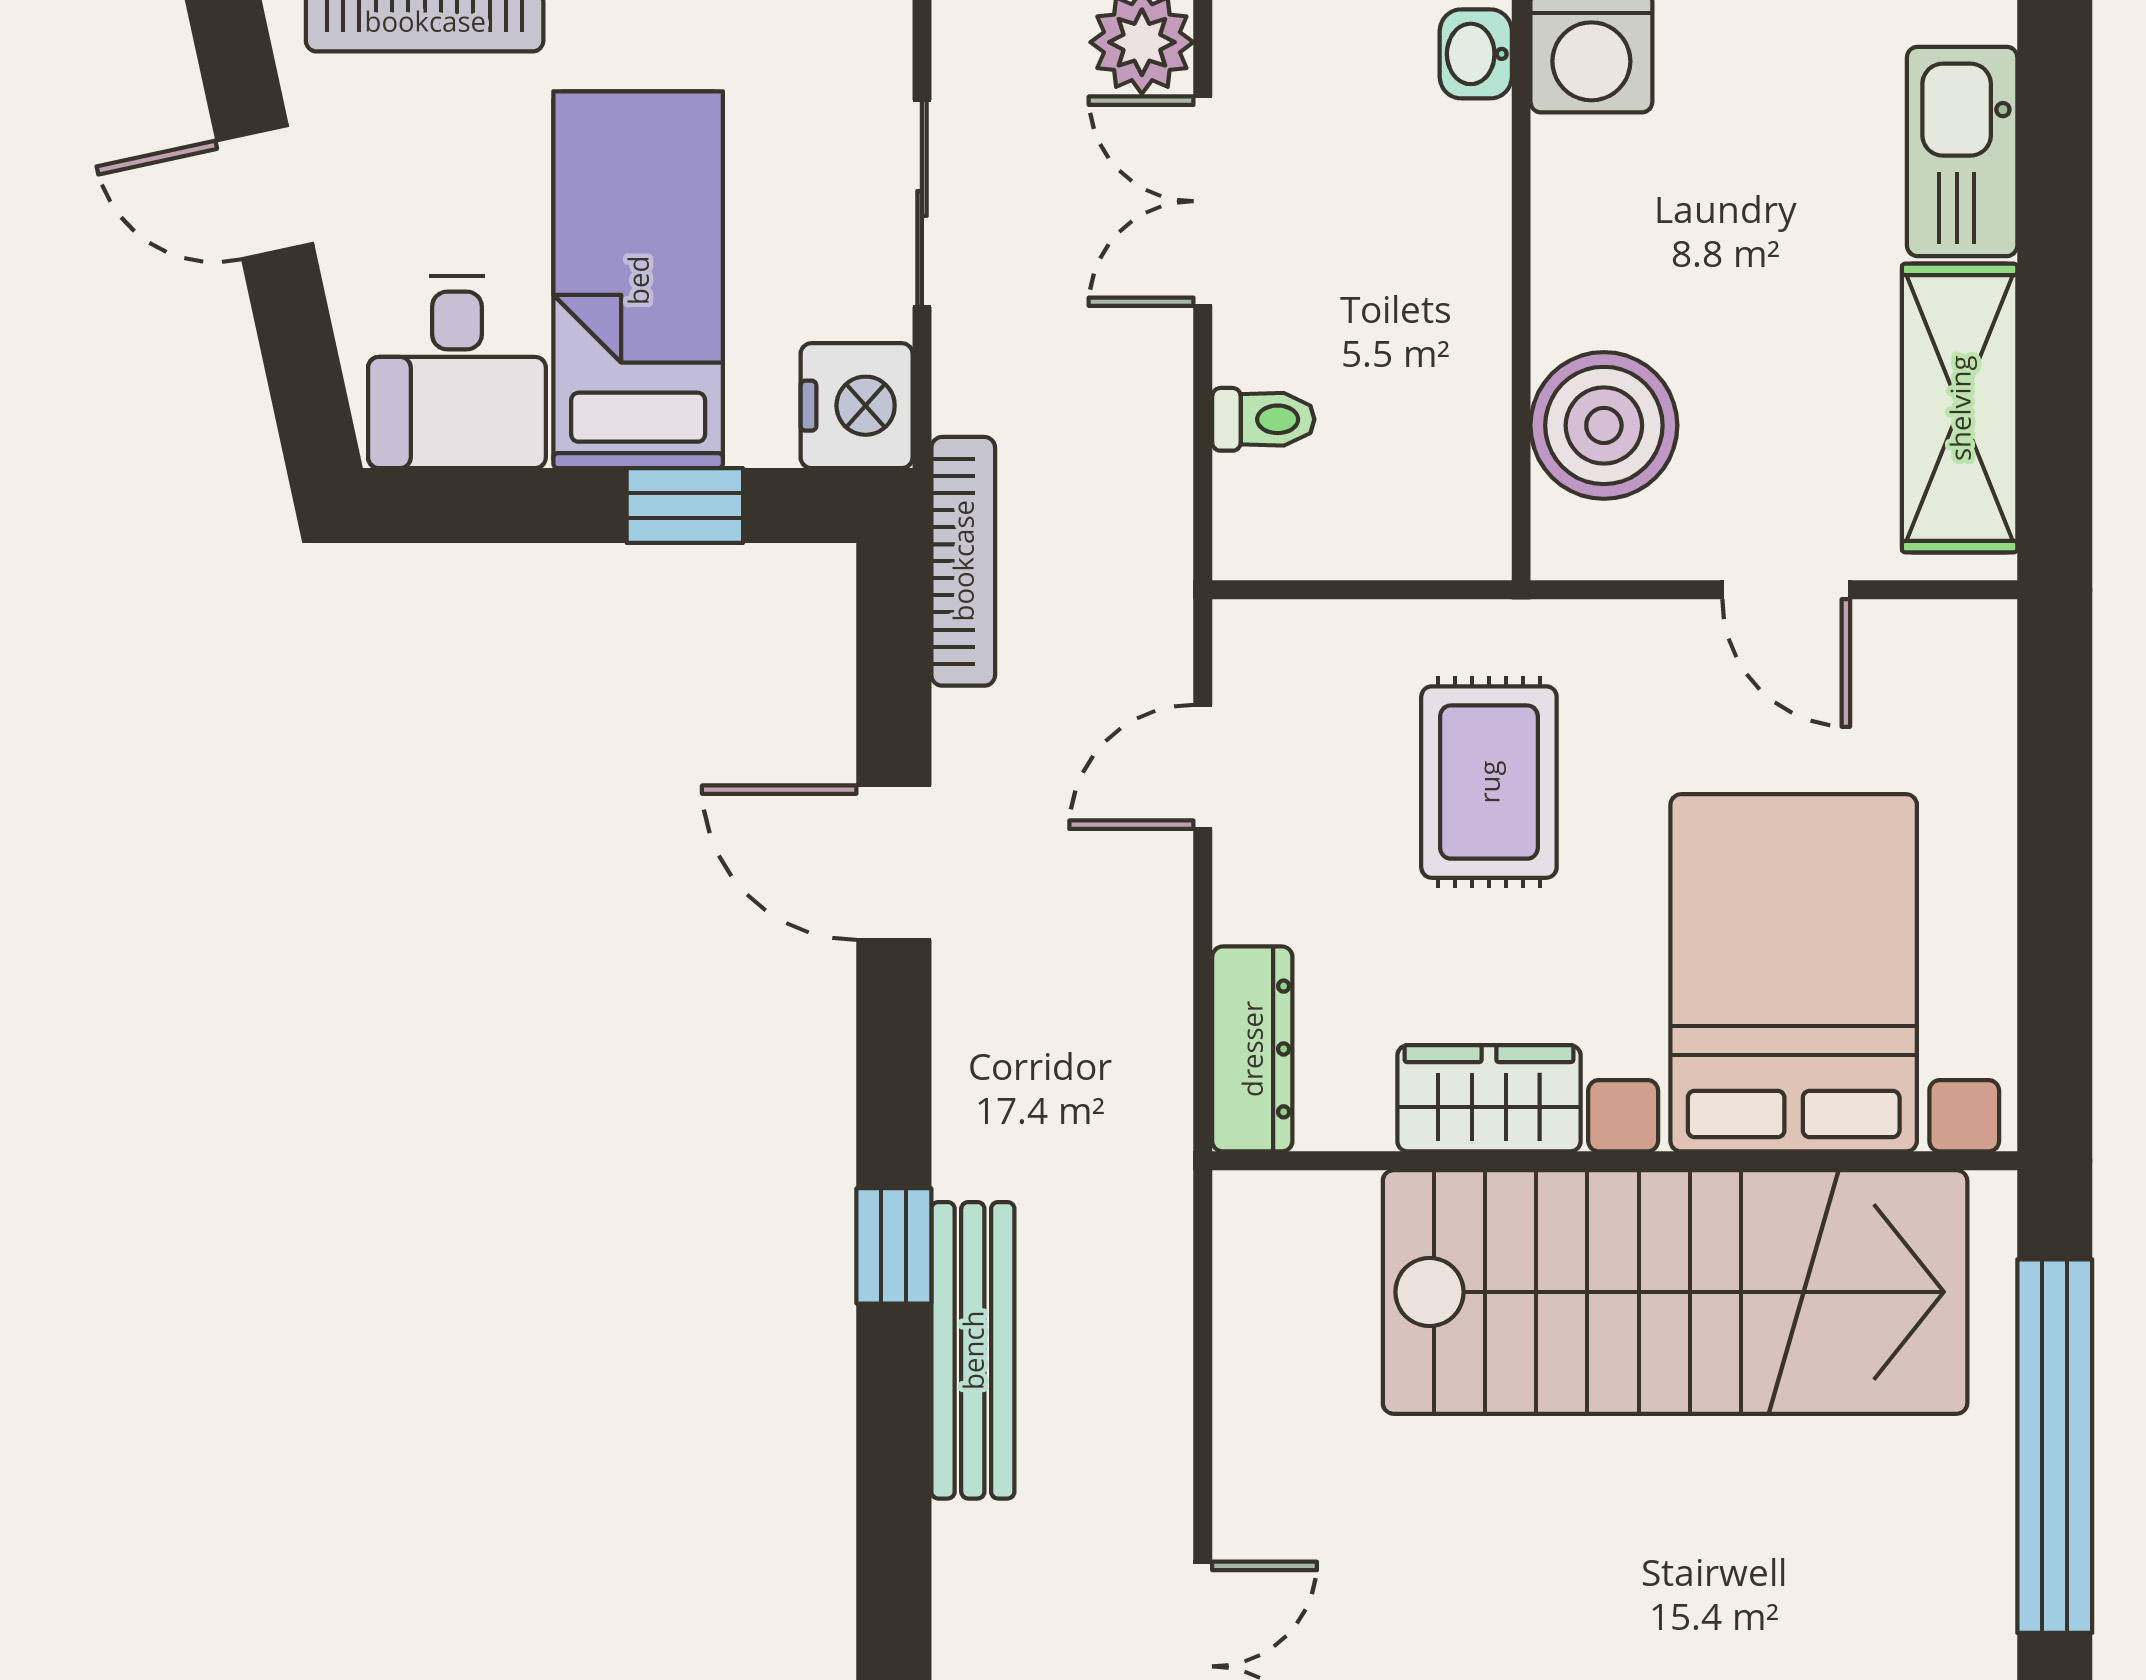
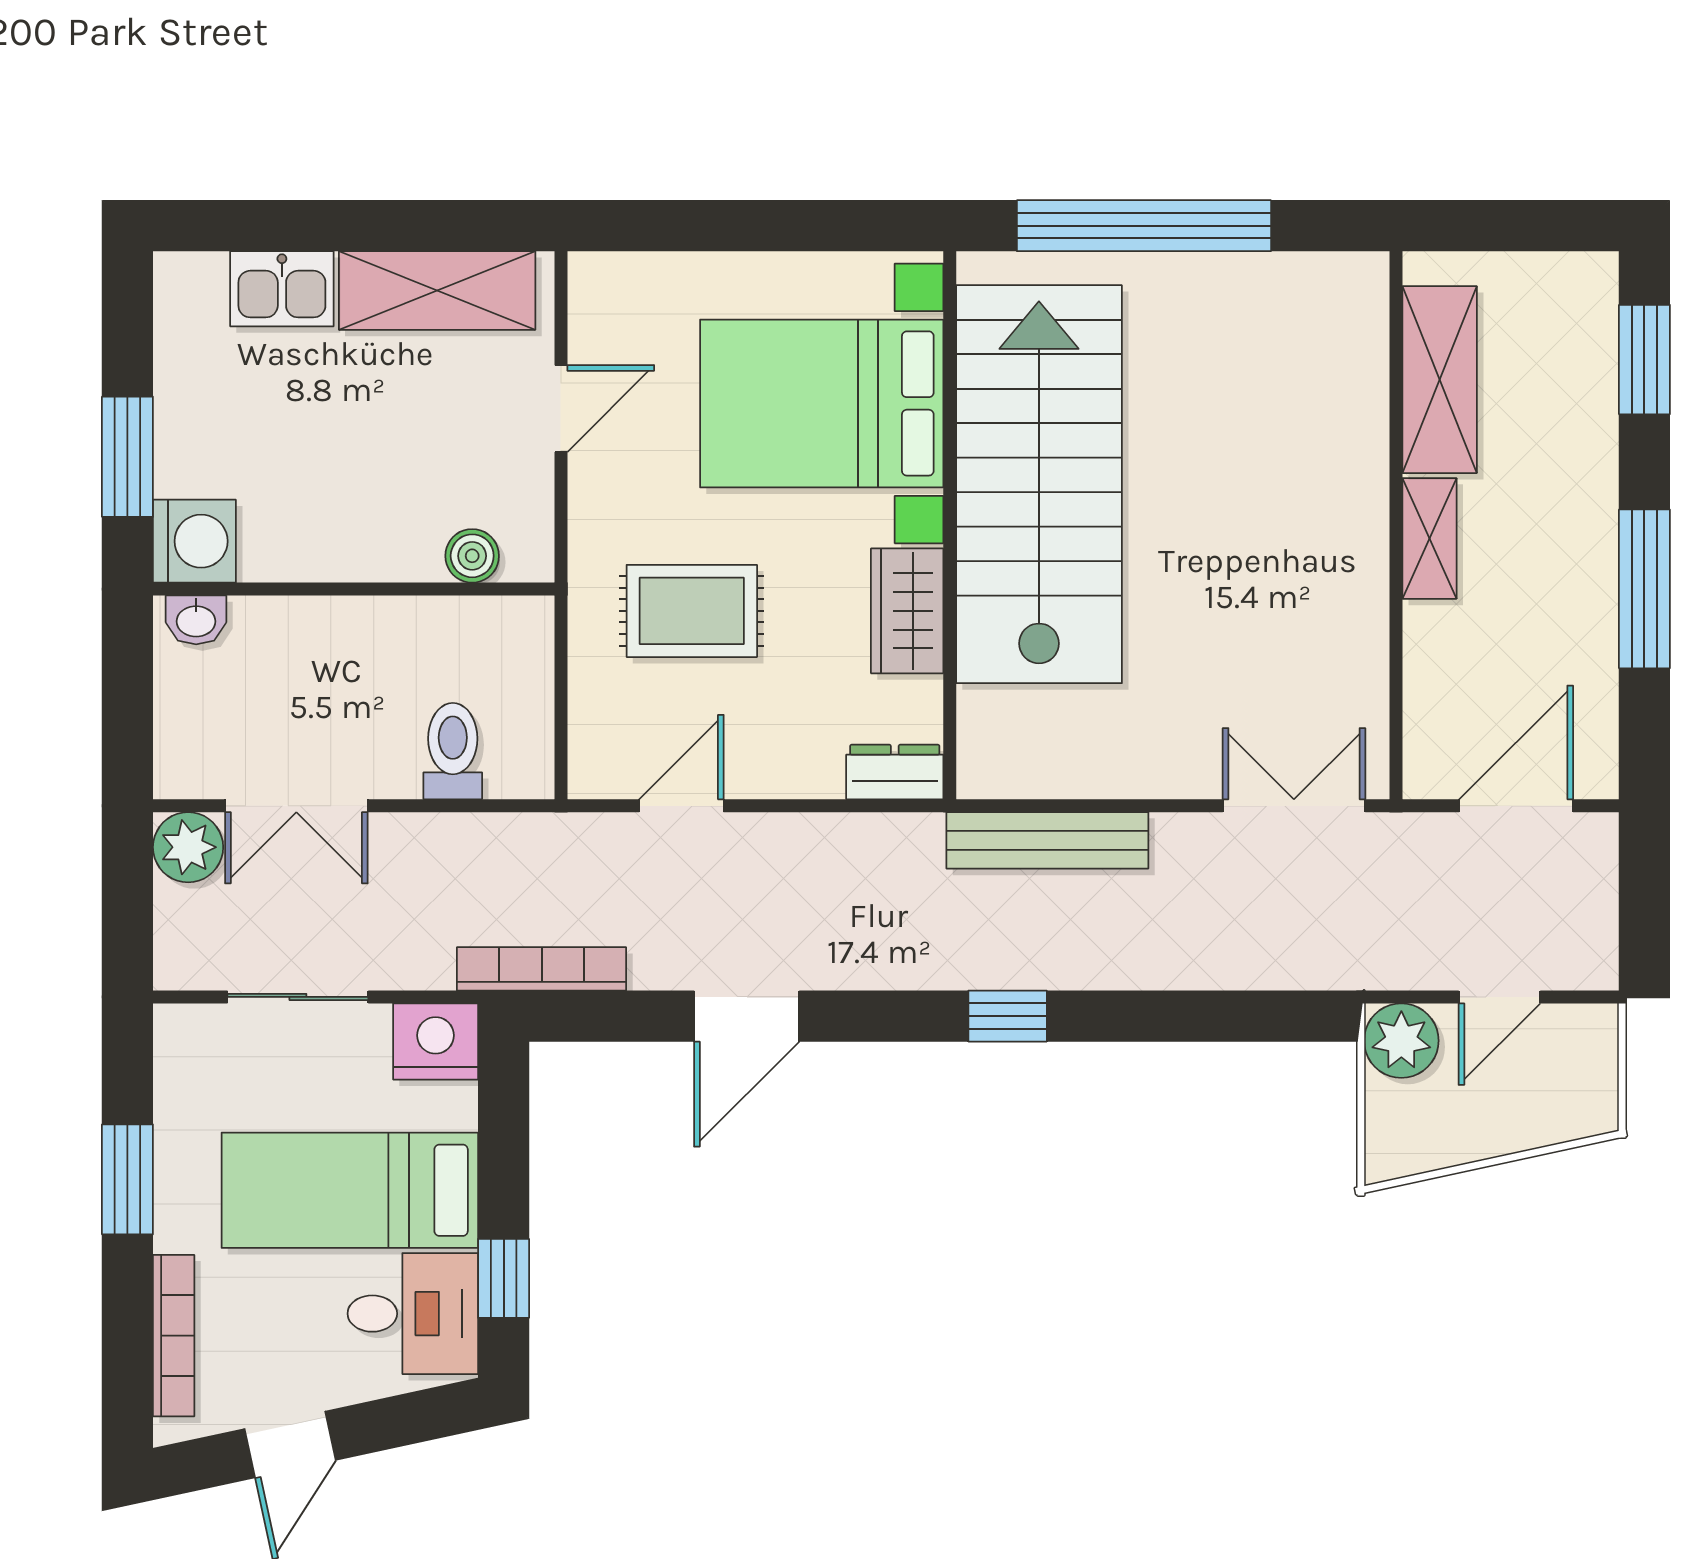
kitchen sink: (1962, 151) -> (282, 289), width x0.73
toilet: (1263, 419) -> (453, 751), width x1.37, depth x1.39
boiler: (1604, 425) -> (472, 556), width x0.54, depth x0.54
window: (685, 506) -> (504, 1278), moved
door: (1203, 767) -> (681, 806), swing flipped
dresser: (1252, 1049) -> (895, 772), width x0.70
bench: (973, 1350) -> (1047, 840), moved

